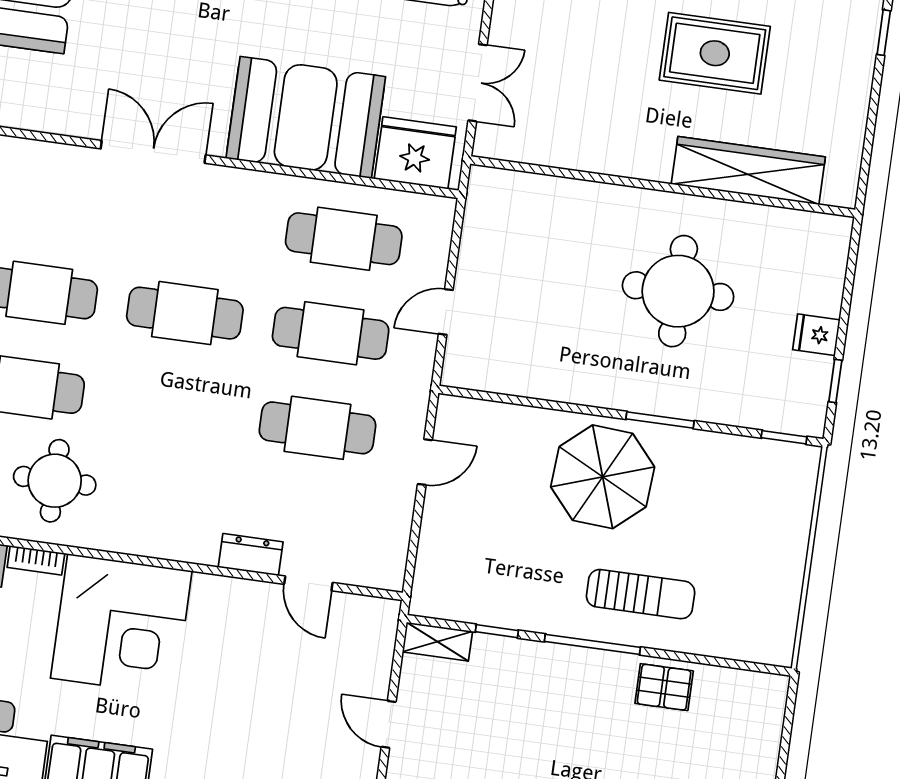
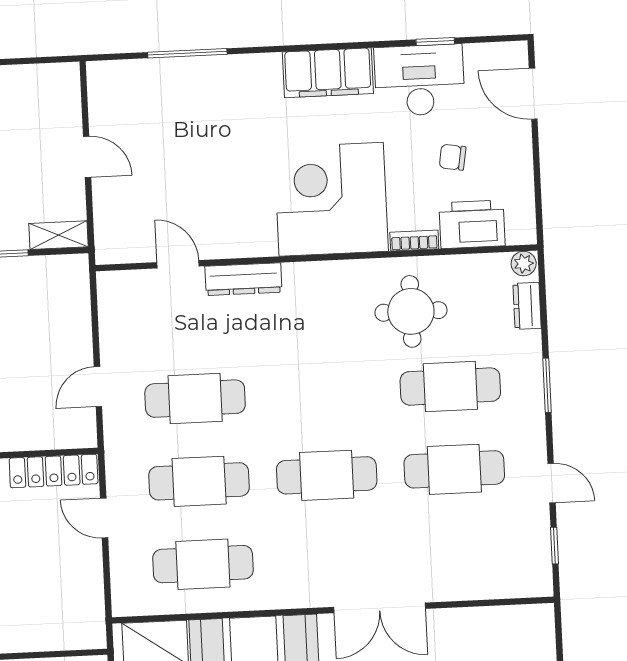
door: (446, 312) -> (104, 518), swing flipped
locker: (493, 376) -> (54, 471), added
dresser: (251, 555) -> (243, 279), width x1.44

